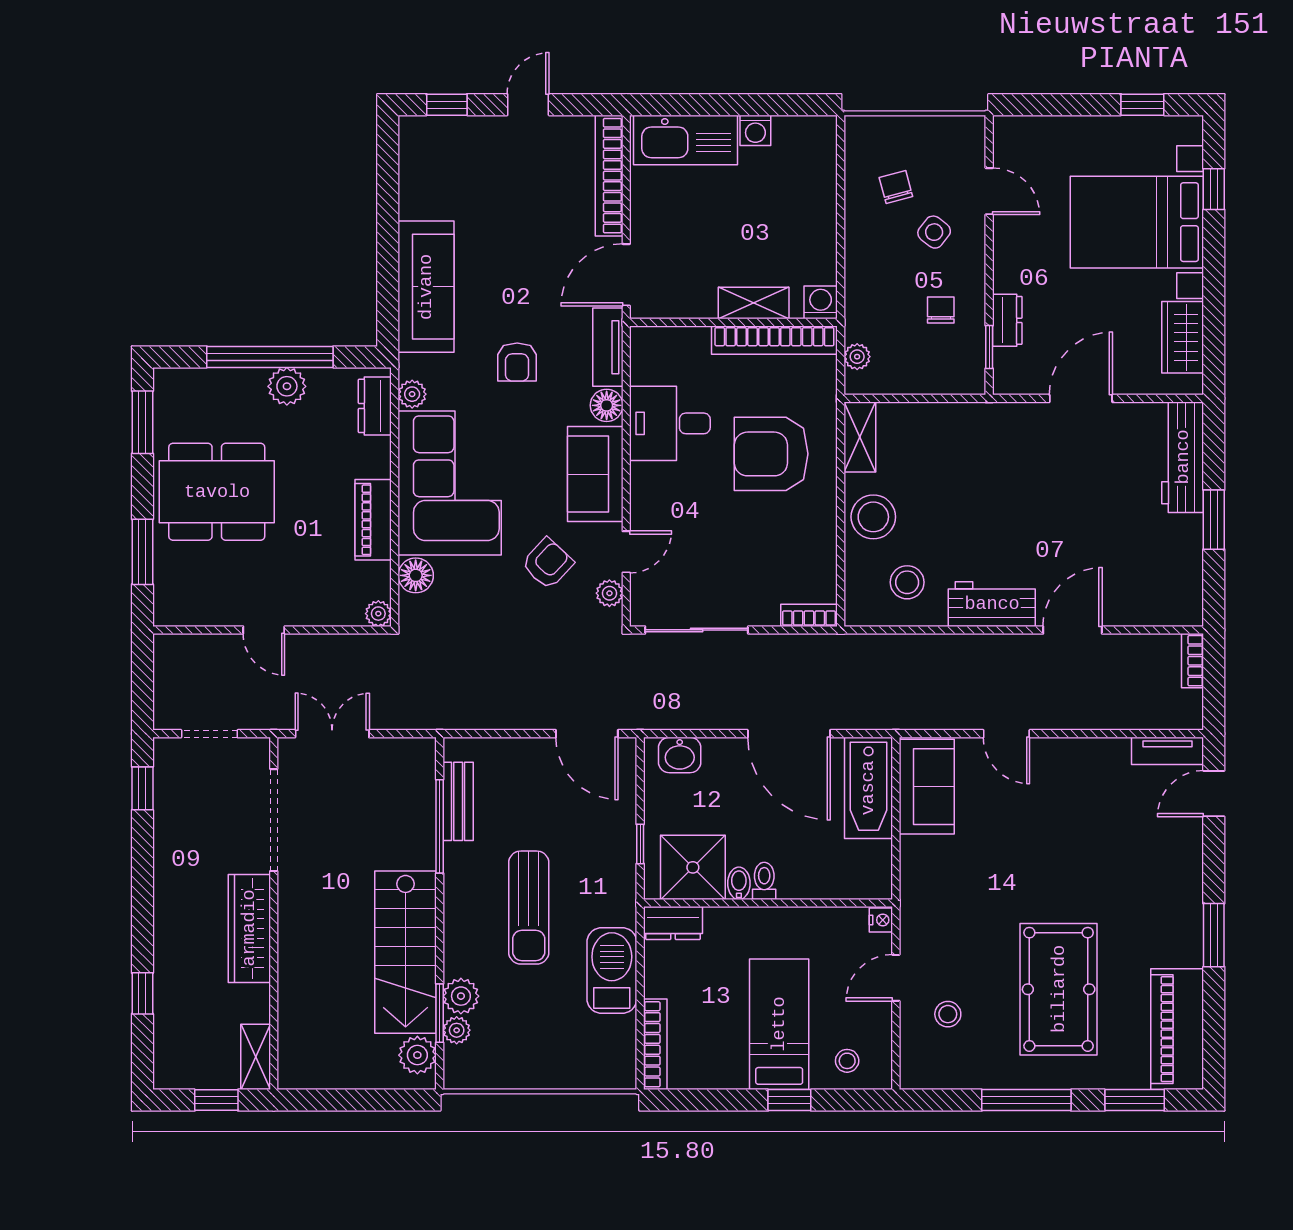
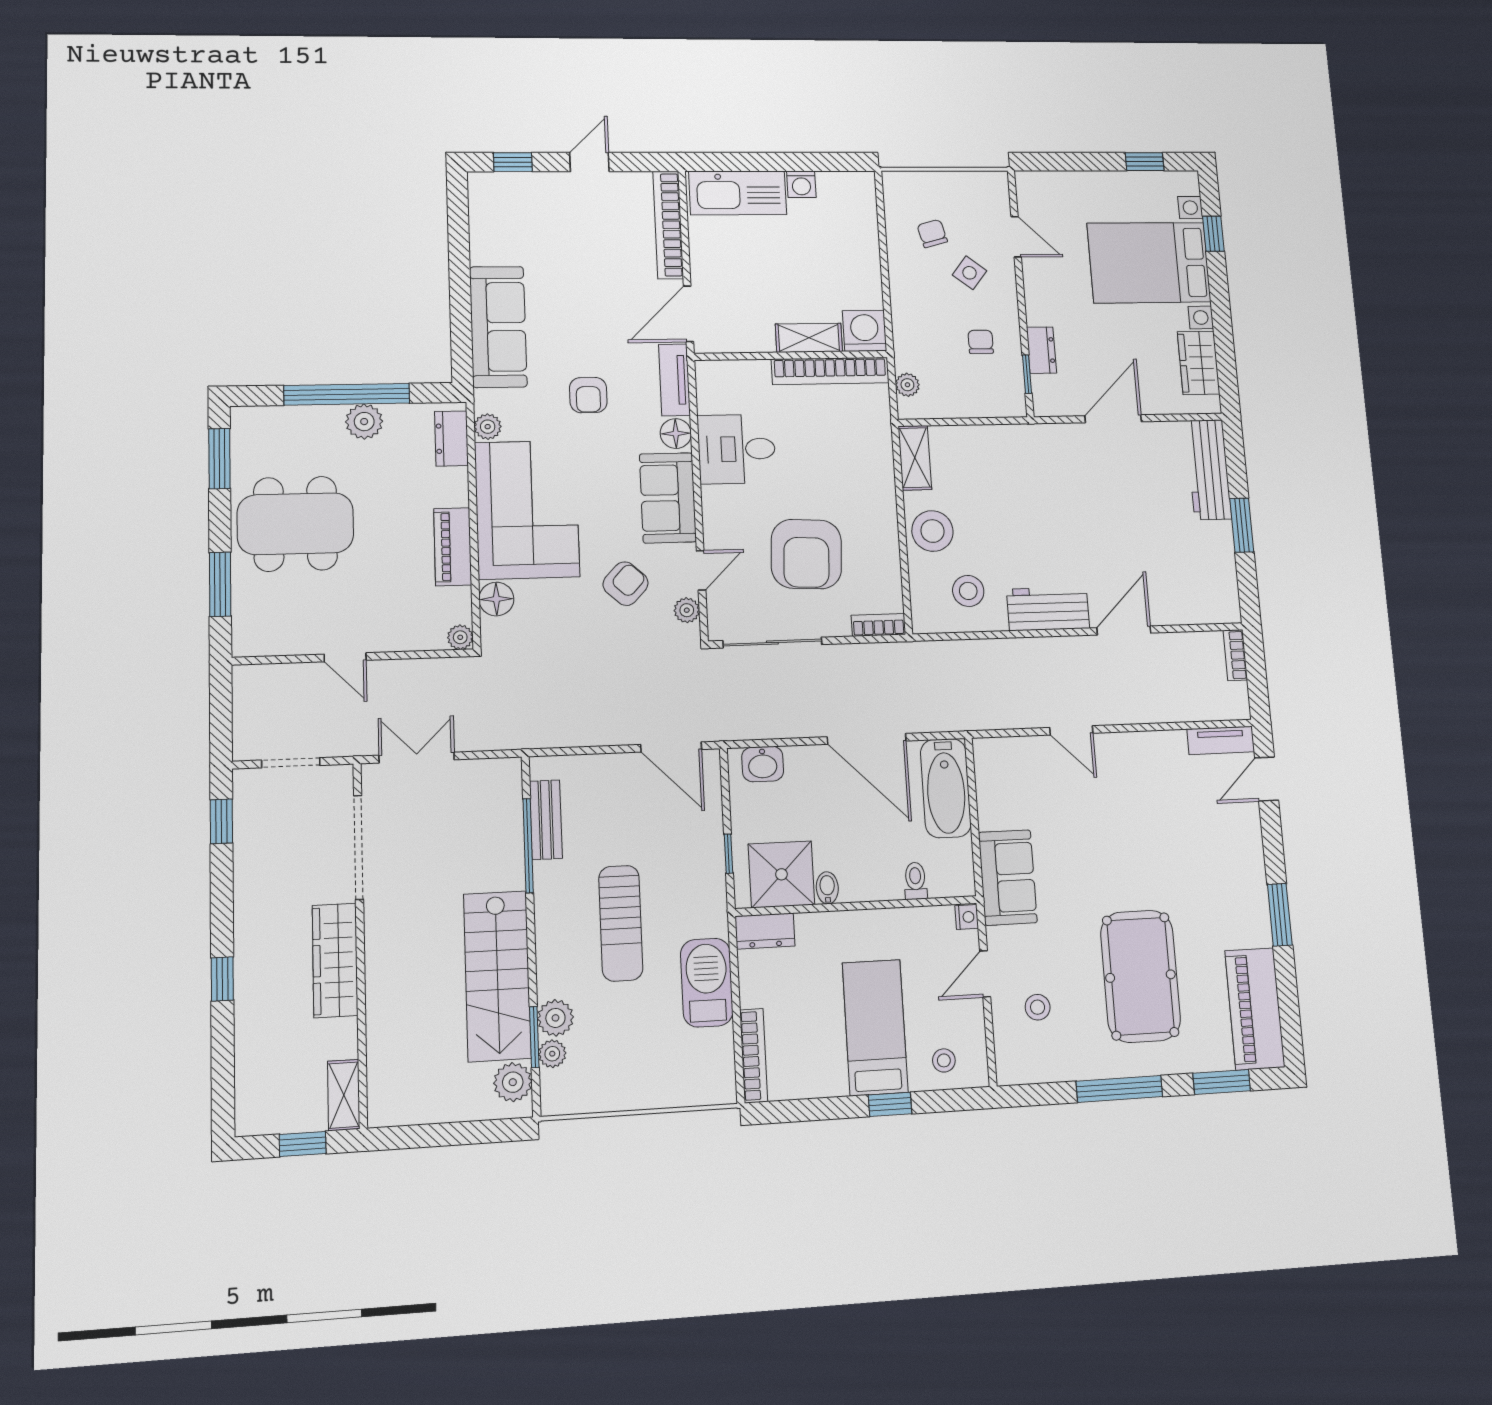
washing machine: (821, 302) -> (865, 331), width x1.38, depth x1.38
armchair: (771, 454) -> (806, 554), moved, turned -87
sofa: (927, 787) -> (1008, 877), moved
toilet: (764, 881) -> (915, 881), moved
window: (142, 993) -> (222, 979), moved

